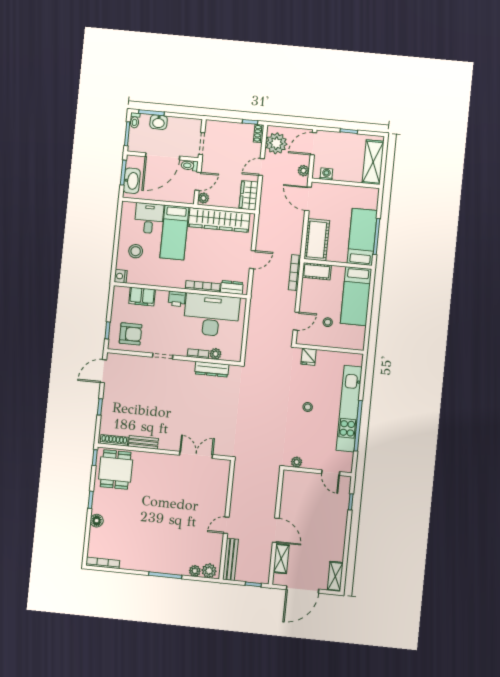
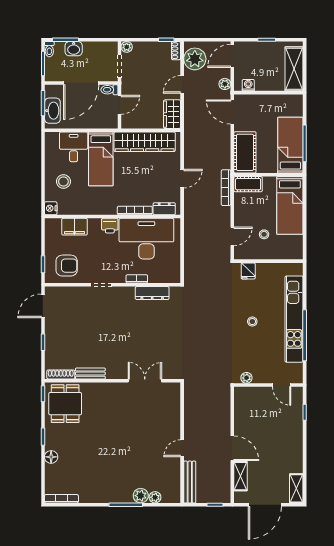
plant: (203, 198) -> (127, 47), moved
plant: (216, 354) -> (154, 277), removed
plant: (209, 571) -> (141, 496), moved

